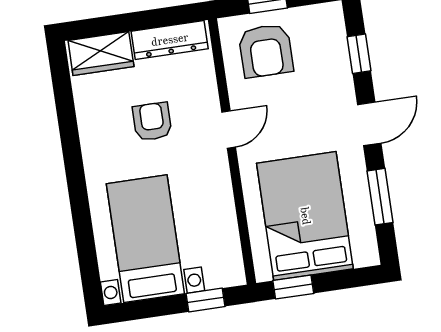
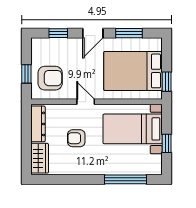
door: (369, 124) -> (93, 33), swing flipped
window: (84, 233) -> (125, 179), added
bed with nightstands: (145, 239) -> (133, 129), moved
window: (206, 300) -> (167, 143), moved

